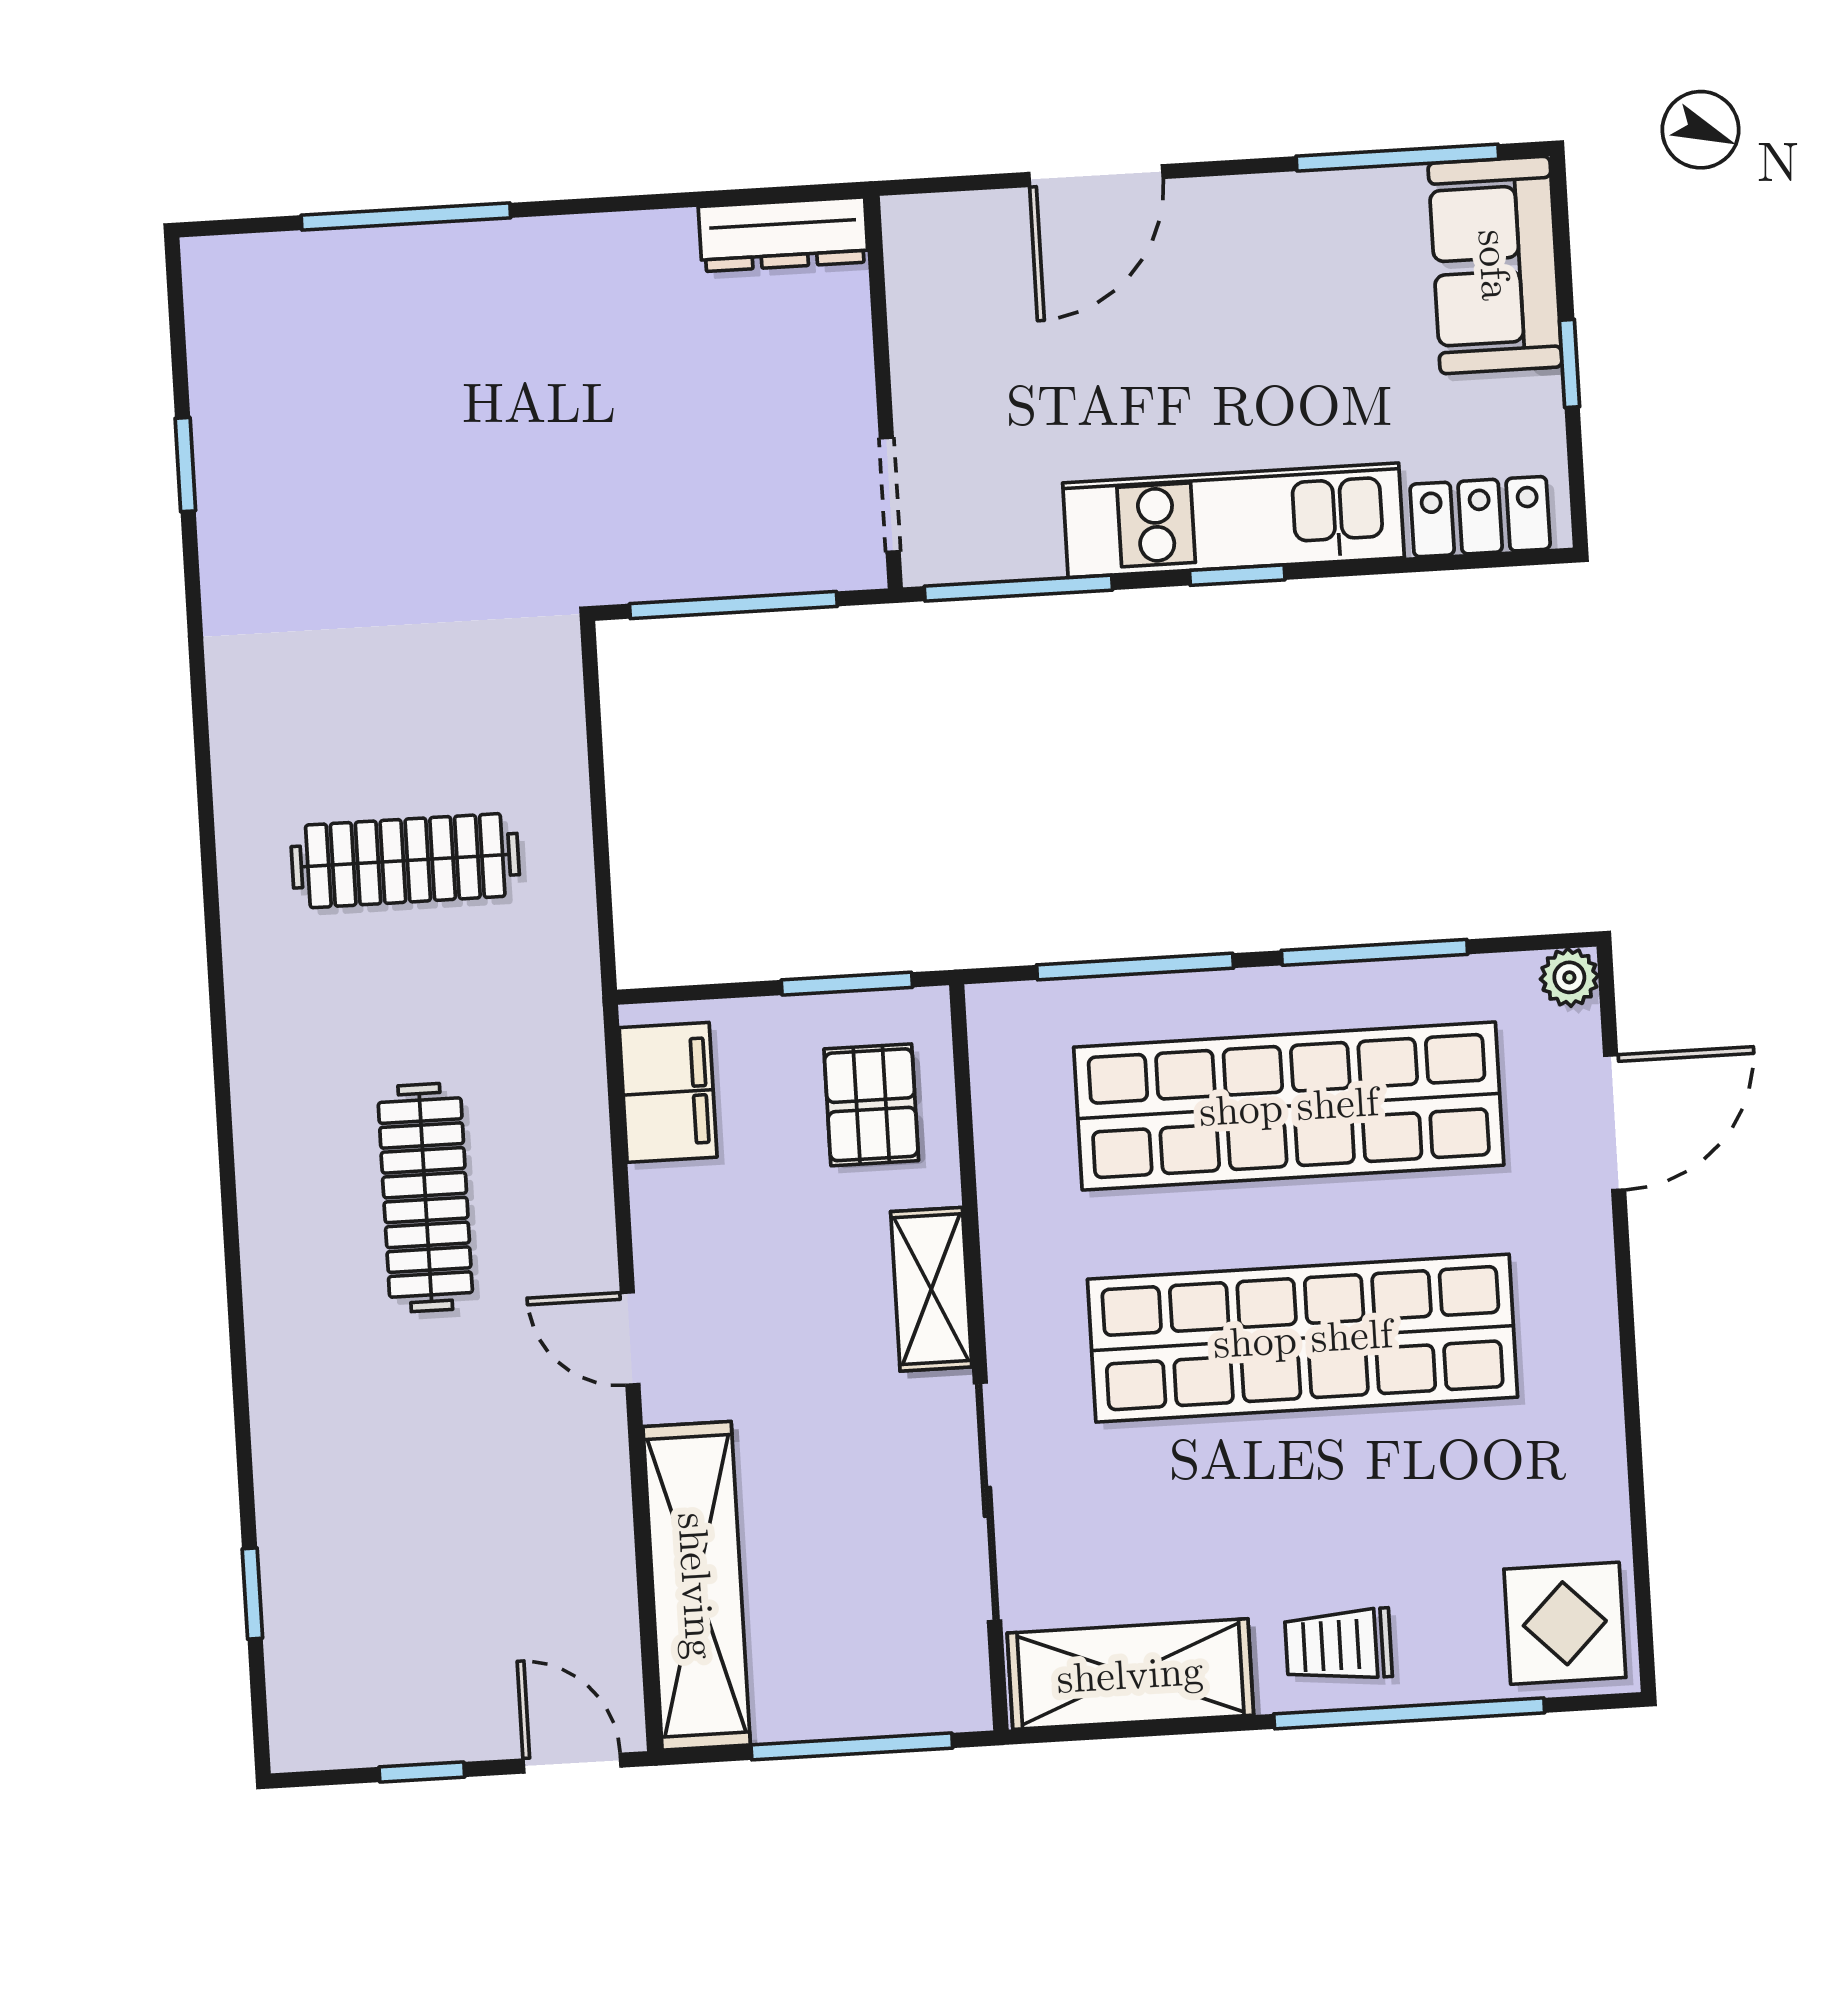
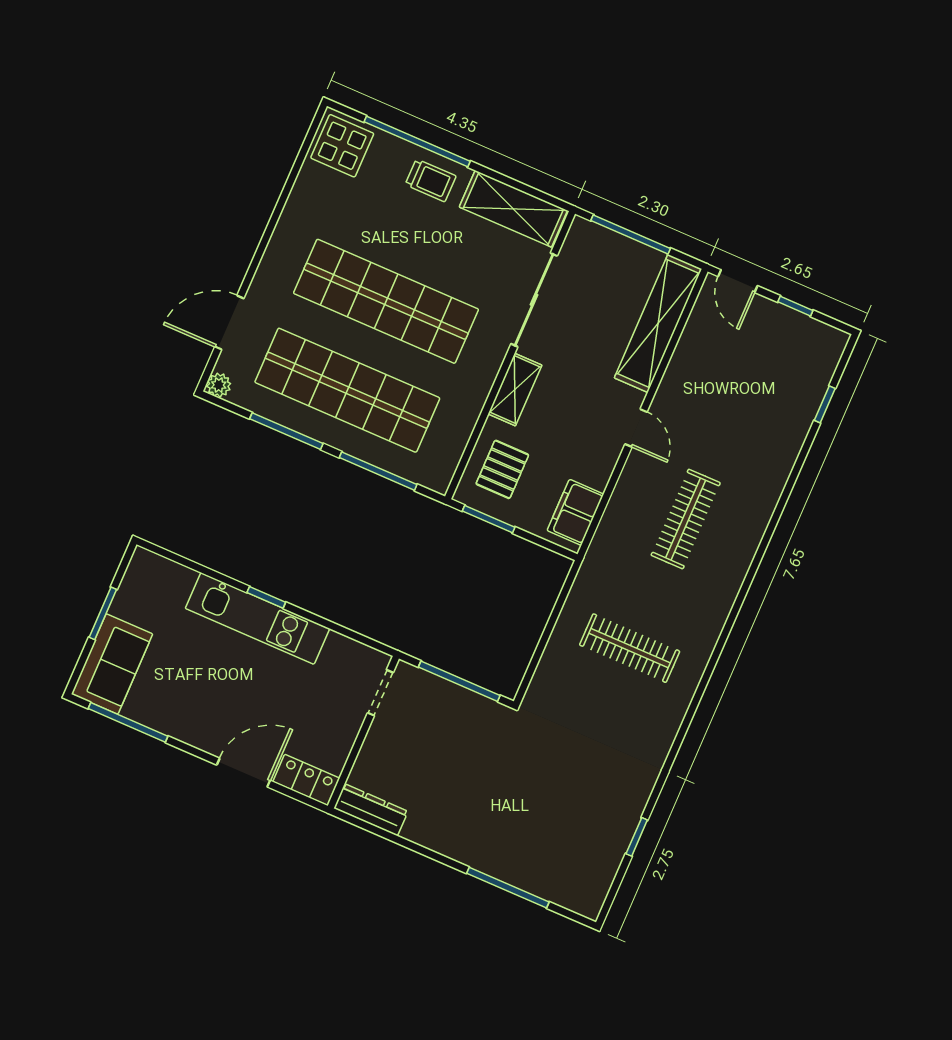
window: (1570, 363) -> (103, 613), width x1.50
locker: (1480, 517) -> (306, 780), moved, turned 180
window: (1018, 588) -> (350, 634), removed

